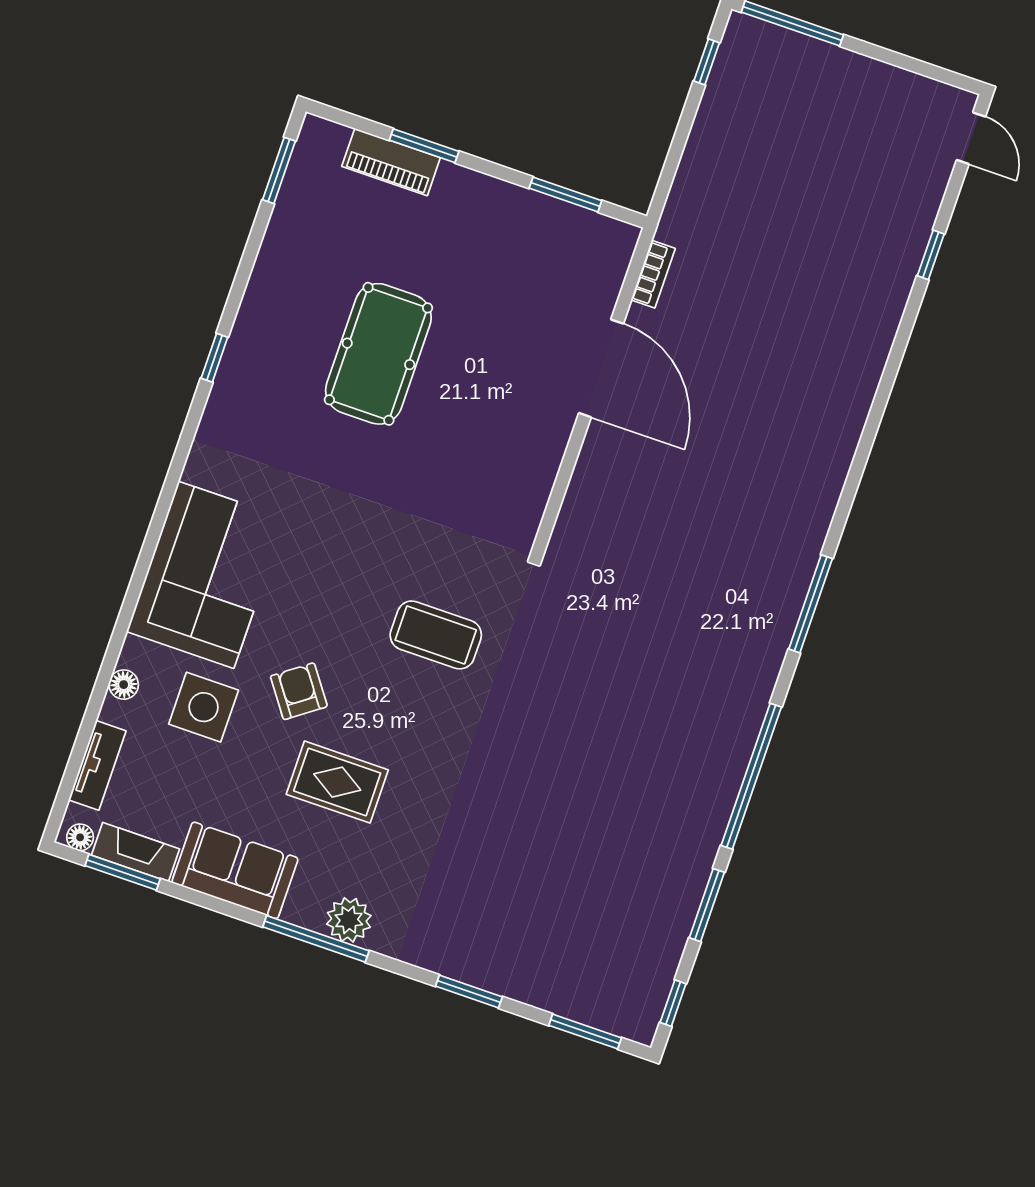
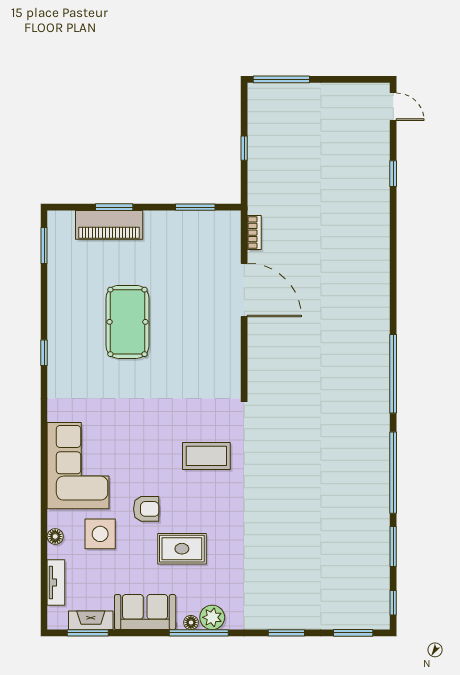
window: (707, 62) -> (244, 148), moved
piano: (391, 162) -> (109, 225), width x1.37, depth x1.33
window: (811, 604) -> (393, 374), width x1.46
armchair: (299, 691) -> (146, 509), turned 126
floor lamp: (80, 837) -> (191, 622), moved

